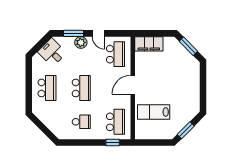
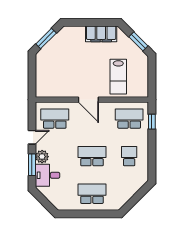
filing cabinet: (149, 44) -> (101, 34), moved, turned 90
desk: (52, 52) -> (48, 175), moved, turned 45

